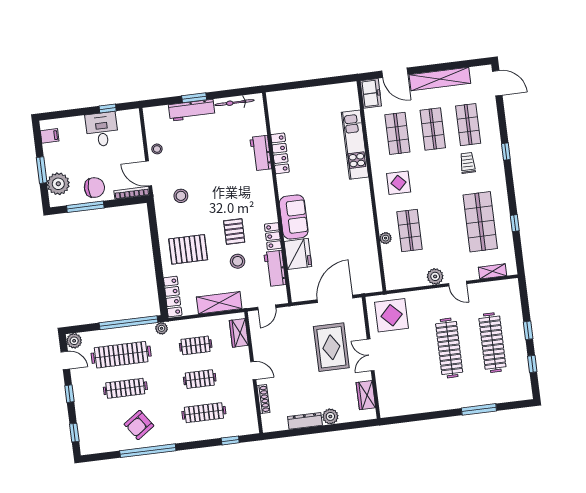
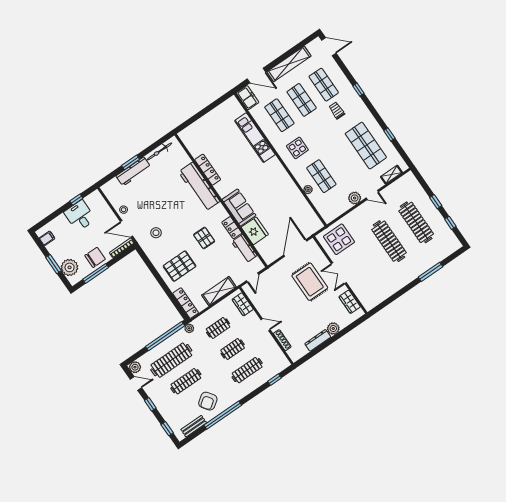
workbench: (261, 153) -> (199, 187), width x1.88, depth x1.32
stool: (238, 261) -> (217, 257), removed
bench: (107, 446) -> (194, 426), added

